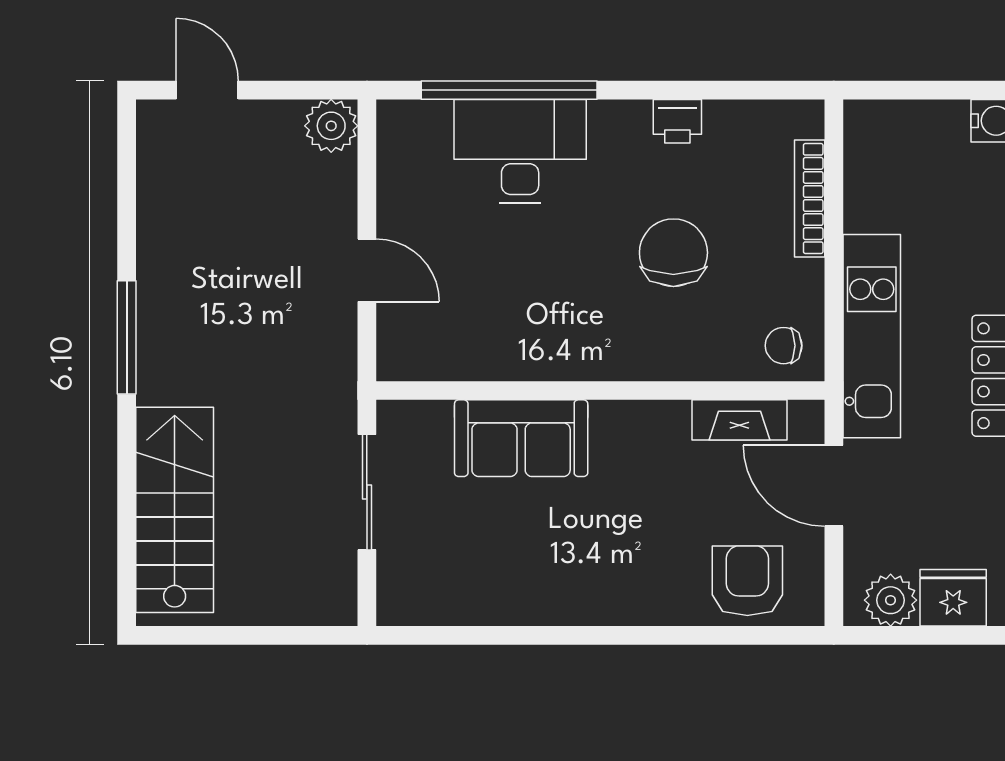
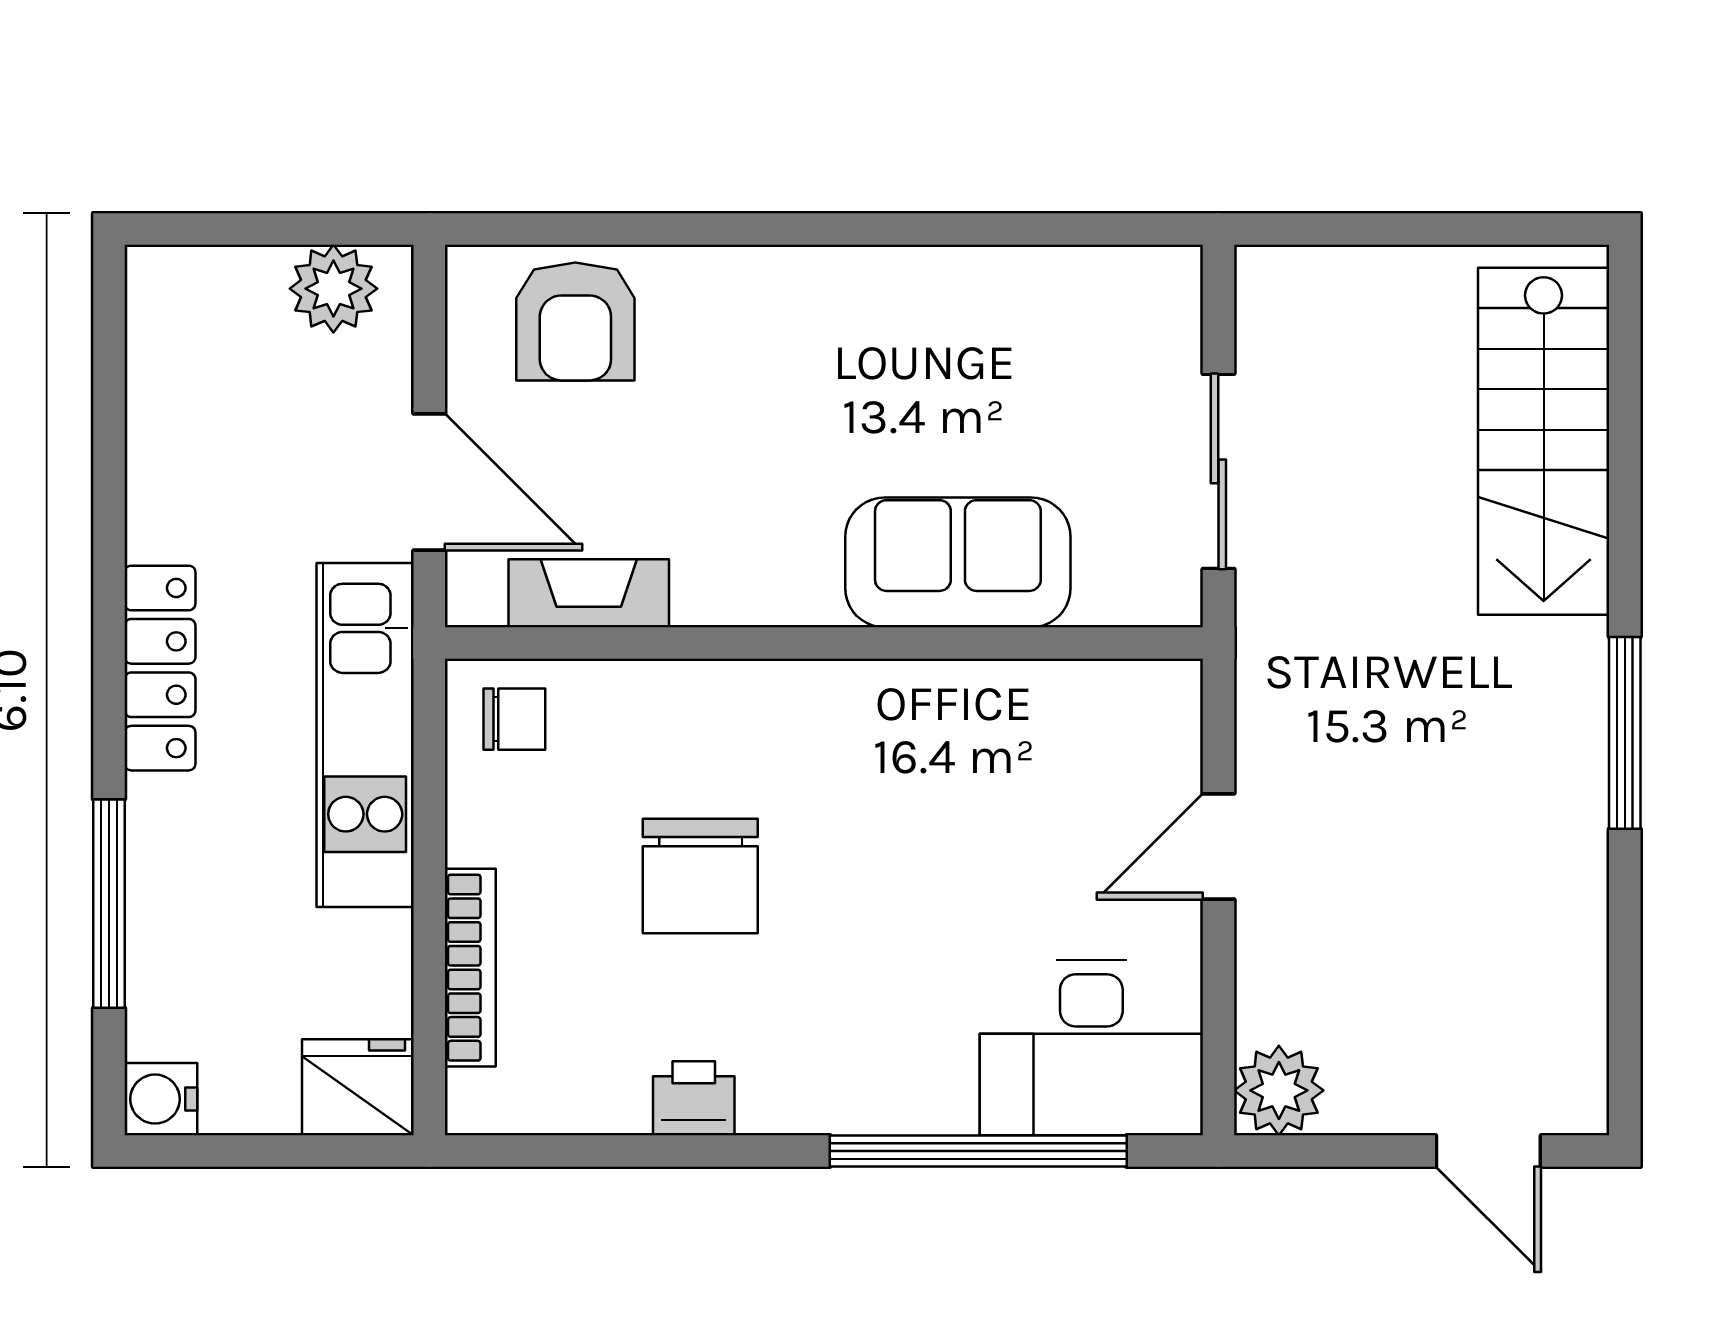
desk: (520, 151) -> (1091, 1048), moved
door: (367, 270) -> (1218, 846), hinge flipped
fridge: (953, 598) -> (358, 1087), moved, turned 180

